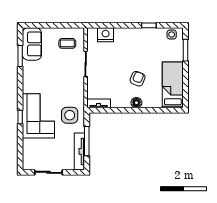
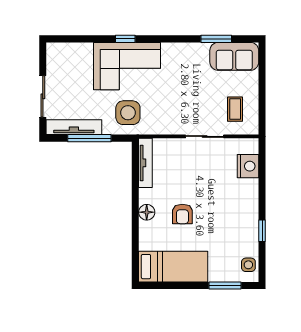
armchair: (138, 79) -> (182, 214), turned 68
tv unit: (99, 103) -> (145, 163), width x1.41
sliding door: (49, 172) -> (43, 96), moved

